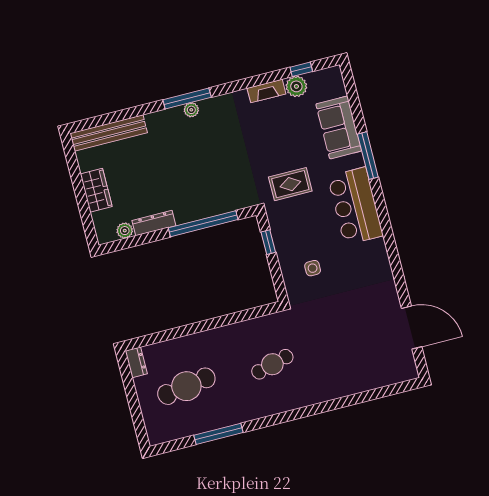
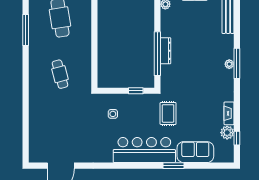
window: (368, 156) -> (173, 166), width x0.69
bar counter: (355, 206) -> (144, 150), width x1.36
dresser: (154, 223) -> (165, 51), moved

